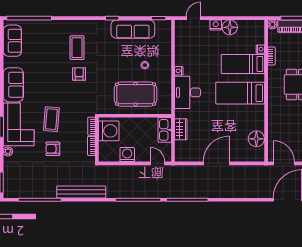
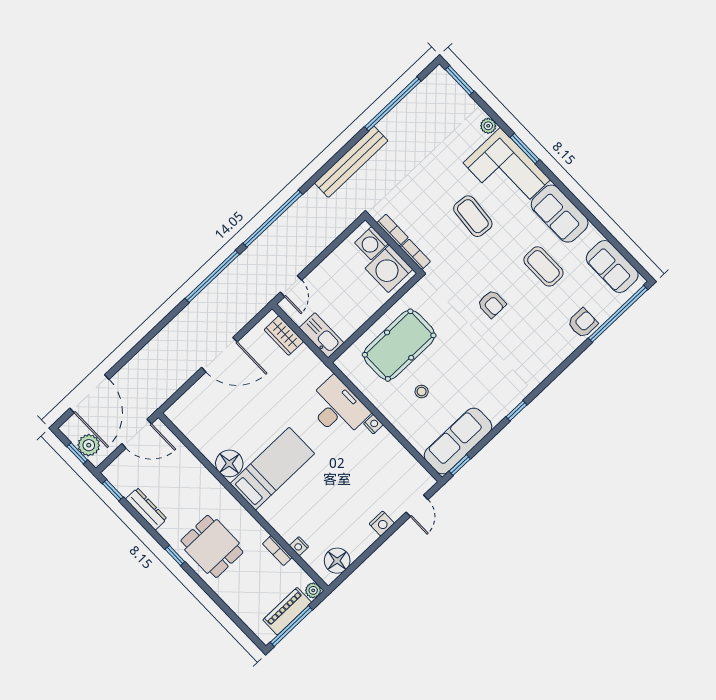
floor lamp: (230, 27) -> (337, 561), moved
sofa: (133, 29) -> (458, 441), moved
coffee table: (77, 48) -> (543, 266), moved
bed: (243, 64) -> (303, 508), removed
wardrobe: (181, 129) -> (284, 336), moved
floor lamp: (256, 139) -> (229, 463), moved
armchair: (53, 149) -> (583, 323), moved
washing machine: (127, 155) -> (371, 243), moved, turned 90
door: (158, 163) -> (291, 286), hinge flipped
door: (216, 163) -> (219, 355), hinge flipped

